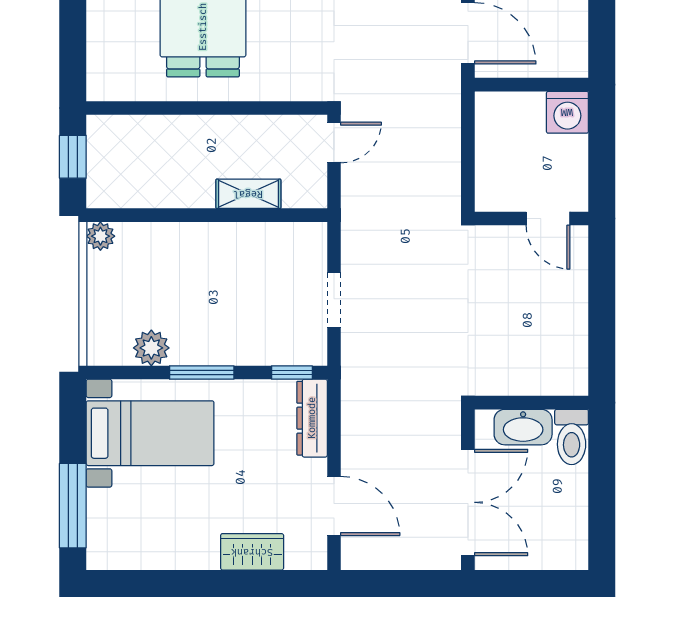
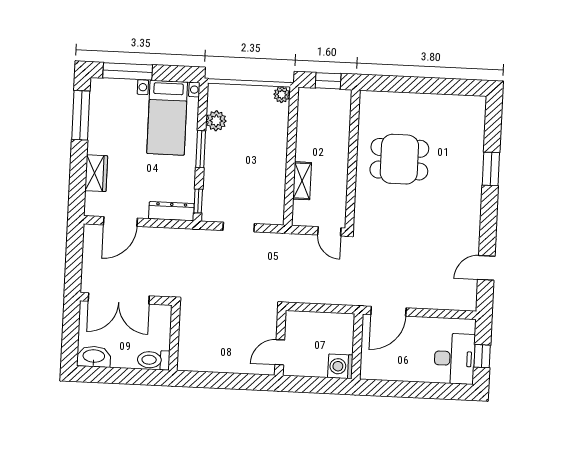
washbasin: (523, 427) -> (94, 357), moved, turned 90
window: (153, 583) -> (81, 115), added

